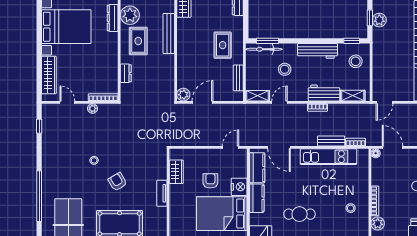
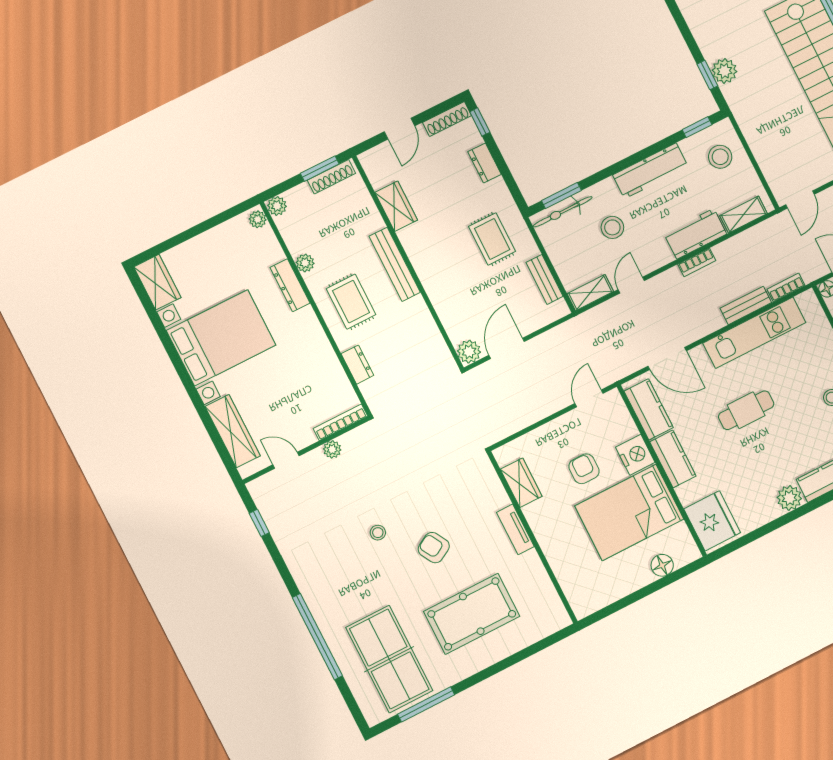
plant: (130, 15) -> (305, 263), width x0.53, depth x0.53
cafe table: (300, 214) -> (746, 410), moved

